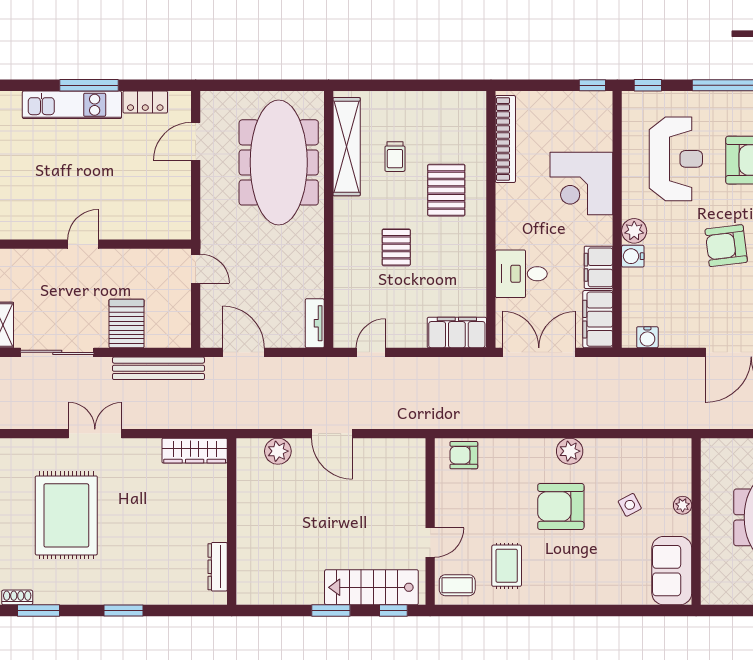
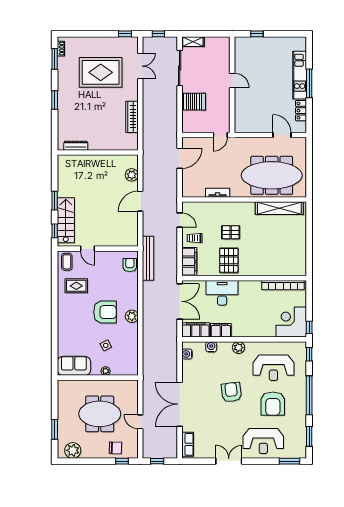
trolley: (395, 157) -> (195, 238), moved
corner desk: (581, 183) -> (291, 322), moved
pallet: (446, 190) -> (229, 260), moved, turned 90
water cooler: (633, 256) -> (211, 347), moved
desk: (521, 274) -> (222, 293), width x1.37
tv unit: (315, 323) -> (218, 193), moved
bench: (158, 368) -> (148, 258), moved
double door: (95, 434) -> (140, 66), moved
wardrobe: (195, 451) -> (132, 117), moved
armchair: (561, 506) -> (105, 312), turned 90

